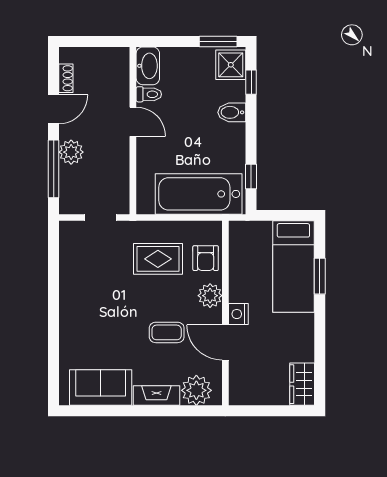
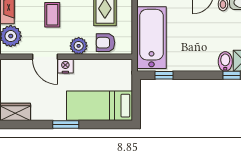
bidet: (232, 112) -> (225, 61), moved
window: (320, 276) -> (66, 125), moved
door: (225, 342) -> (45, 57), swing flipped

